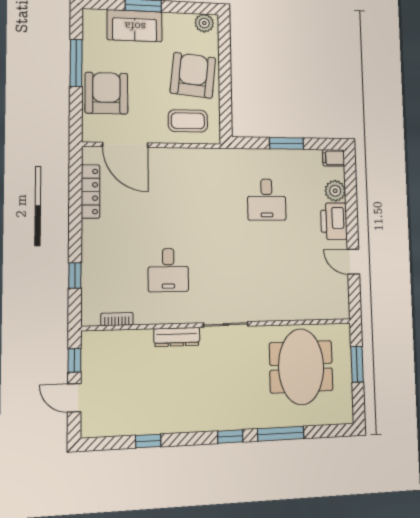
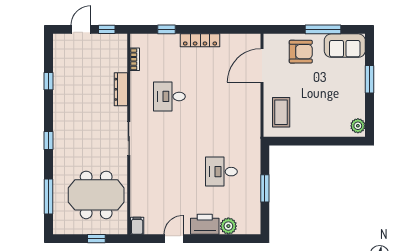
sofa: (135, 26) -> (345, 46), moved, turned -90
armchair: (193, 75) -> (316, 117), removed
armchair: (106, 93) -> (301, 52), width x0.73, depth x0.73
filing cabinet: (334, 158) -> (137, 226), moved
locker: (91, 191) -> (200, 40), moved
dresser: (177, 337) -> (121, 89), moved
window: (357, 364) -> (96, 239), width x0.67
window: (281, 434) -> (49, 197), moved

